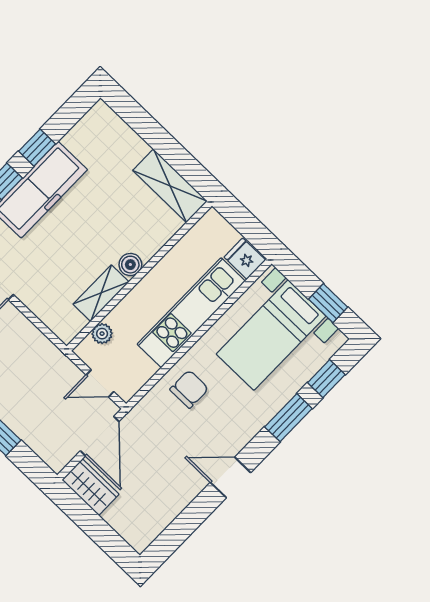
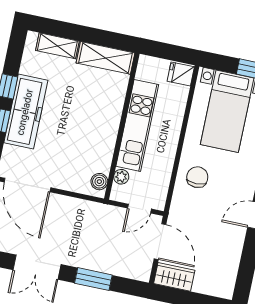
boiler: (130, 265) -> (99, 182), moved
shelving: (101, 293) -> (57, 46), moved, turned 90
kitchen unit: (191, 313) -> (137, 125), moved, turned 180

